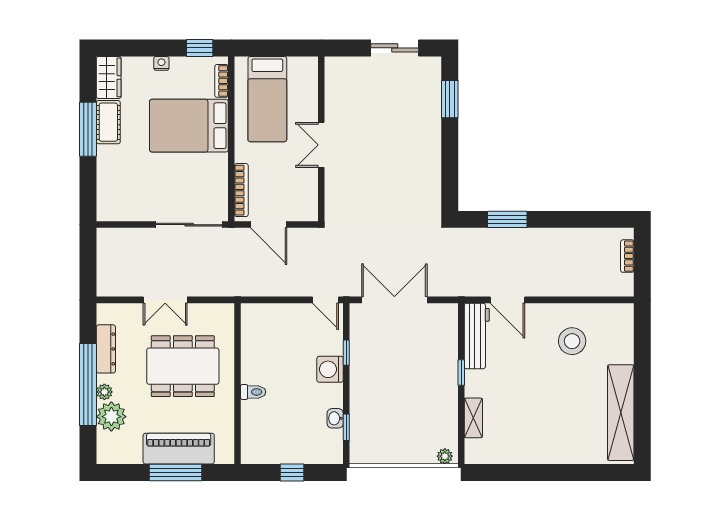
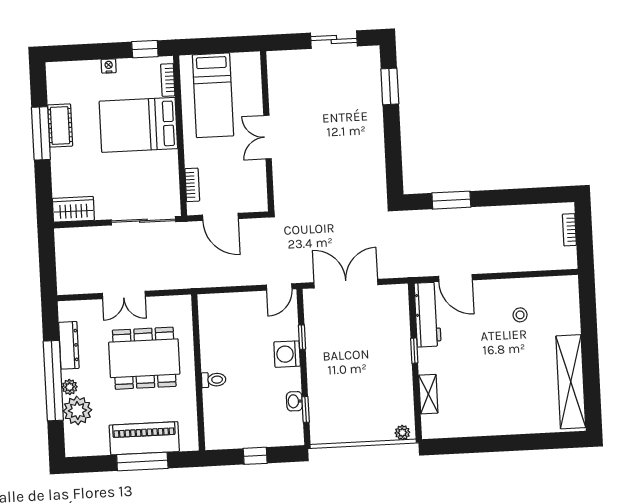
wardrobe: (109, 77) -> (73, 209), moved, turned -90
bookcase: (241, 190) -> (192, 185), width x0.64
door: (325, 300) -> (279, 287), hinge flipped
stool: (572, 341) -> (520, 315), width x0.53, depth x0.53

